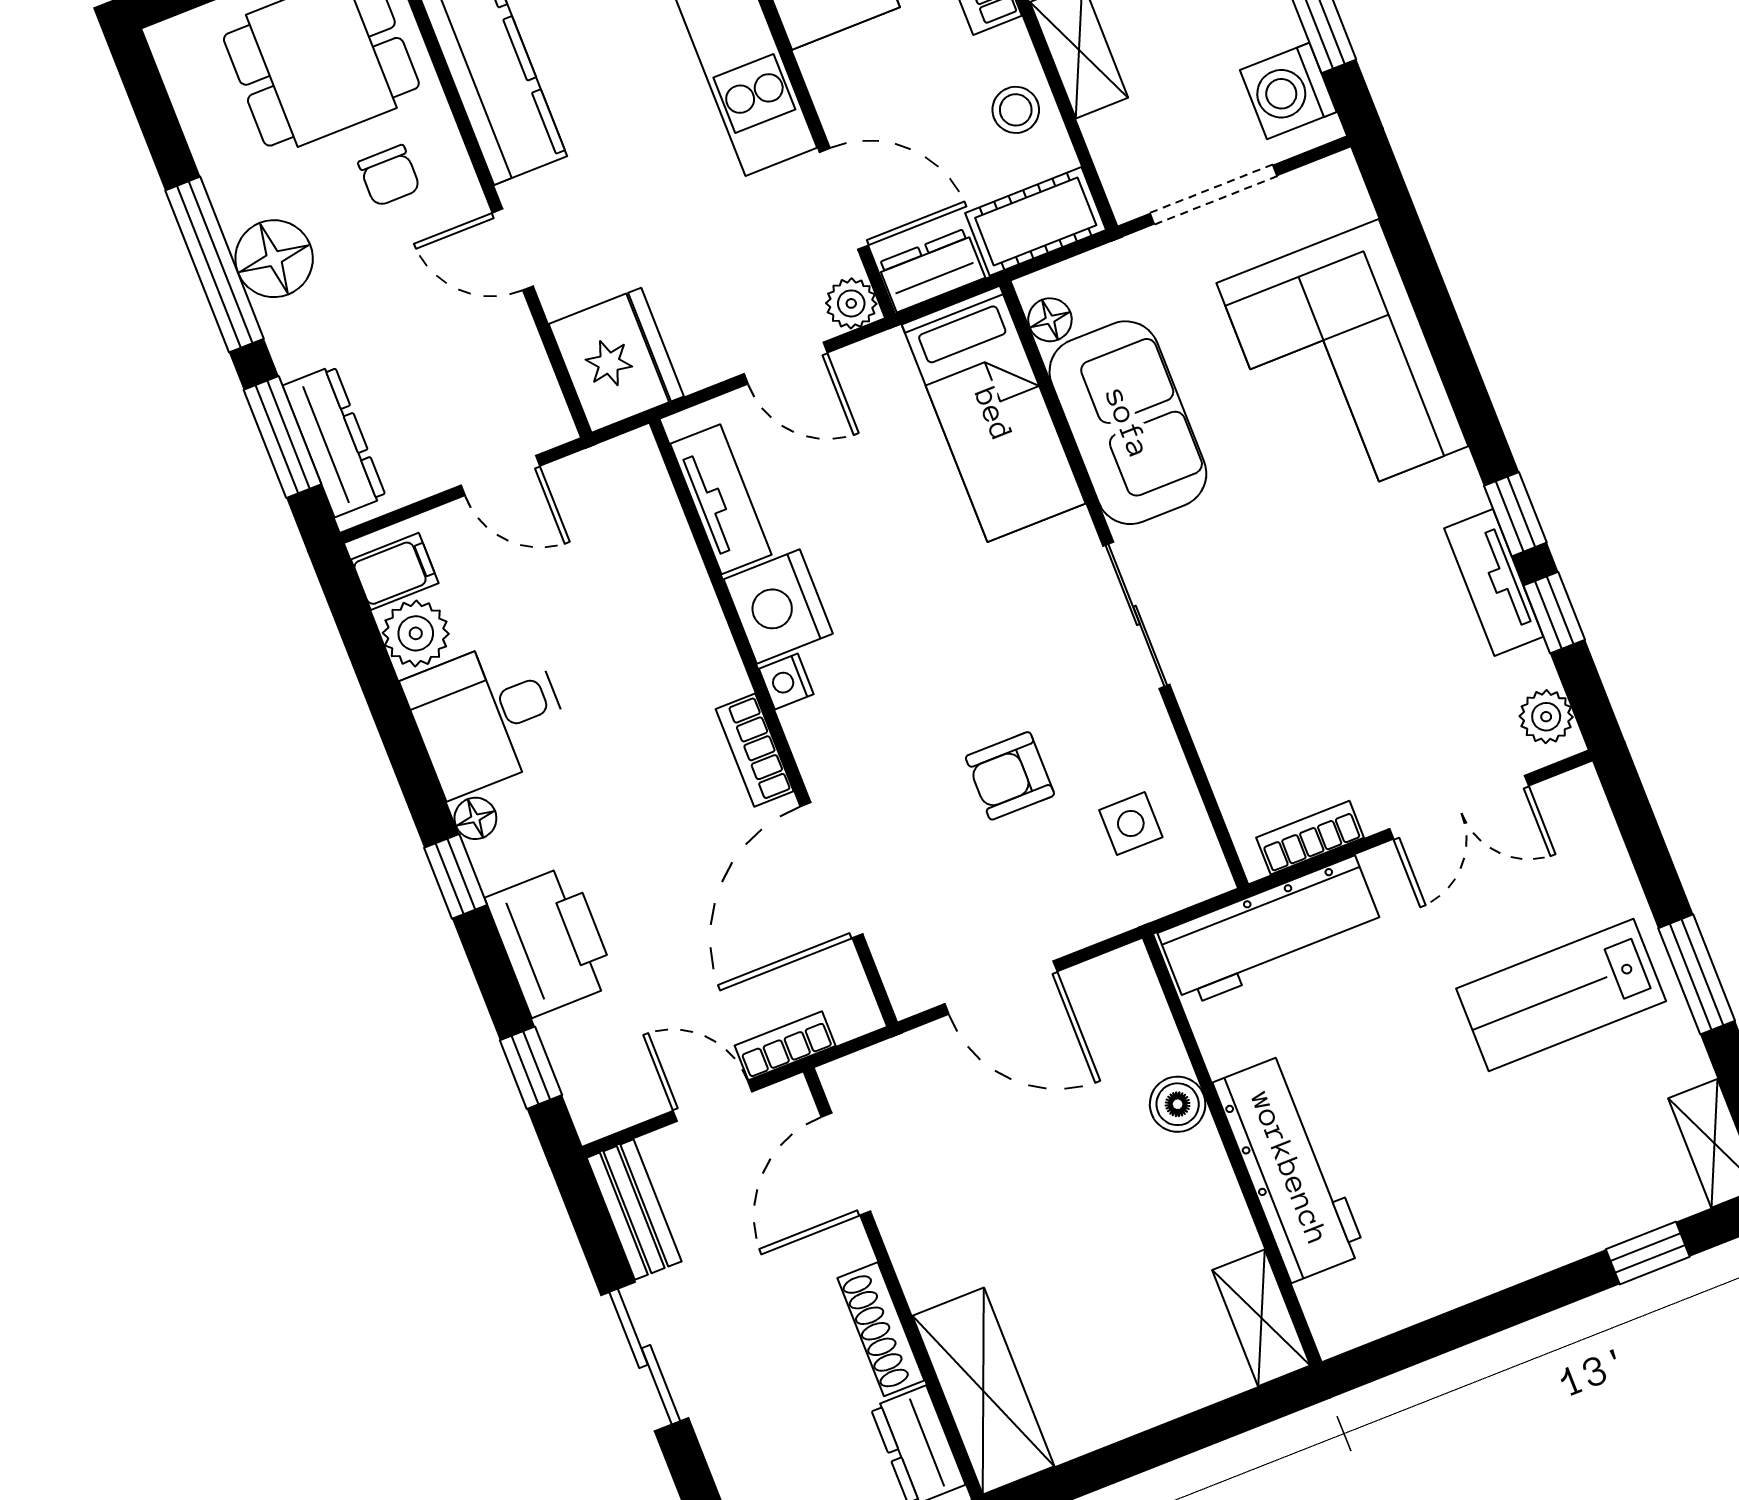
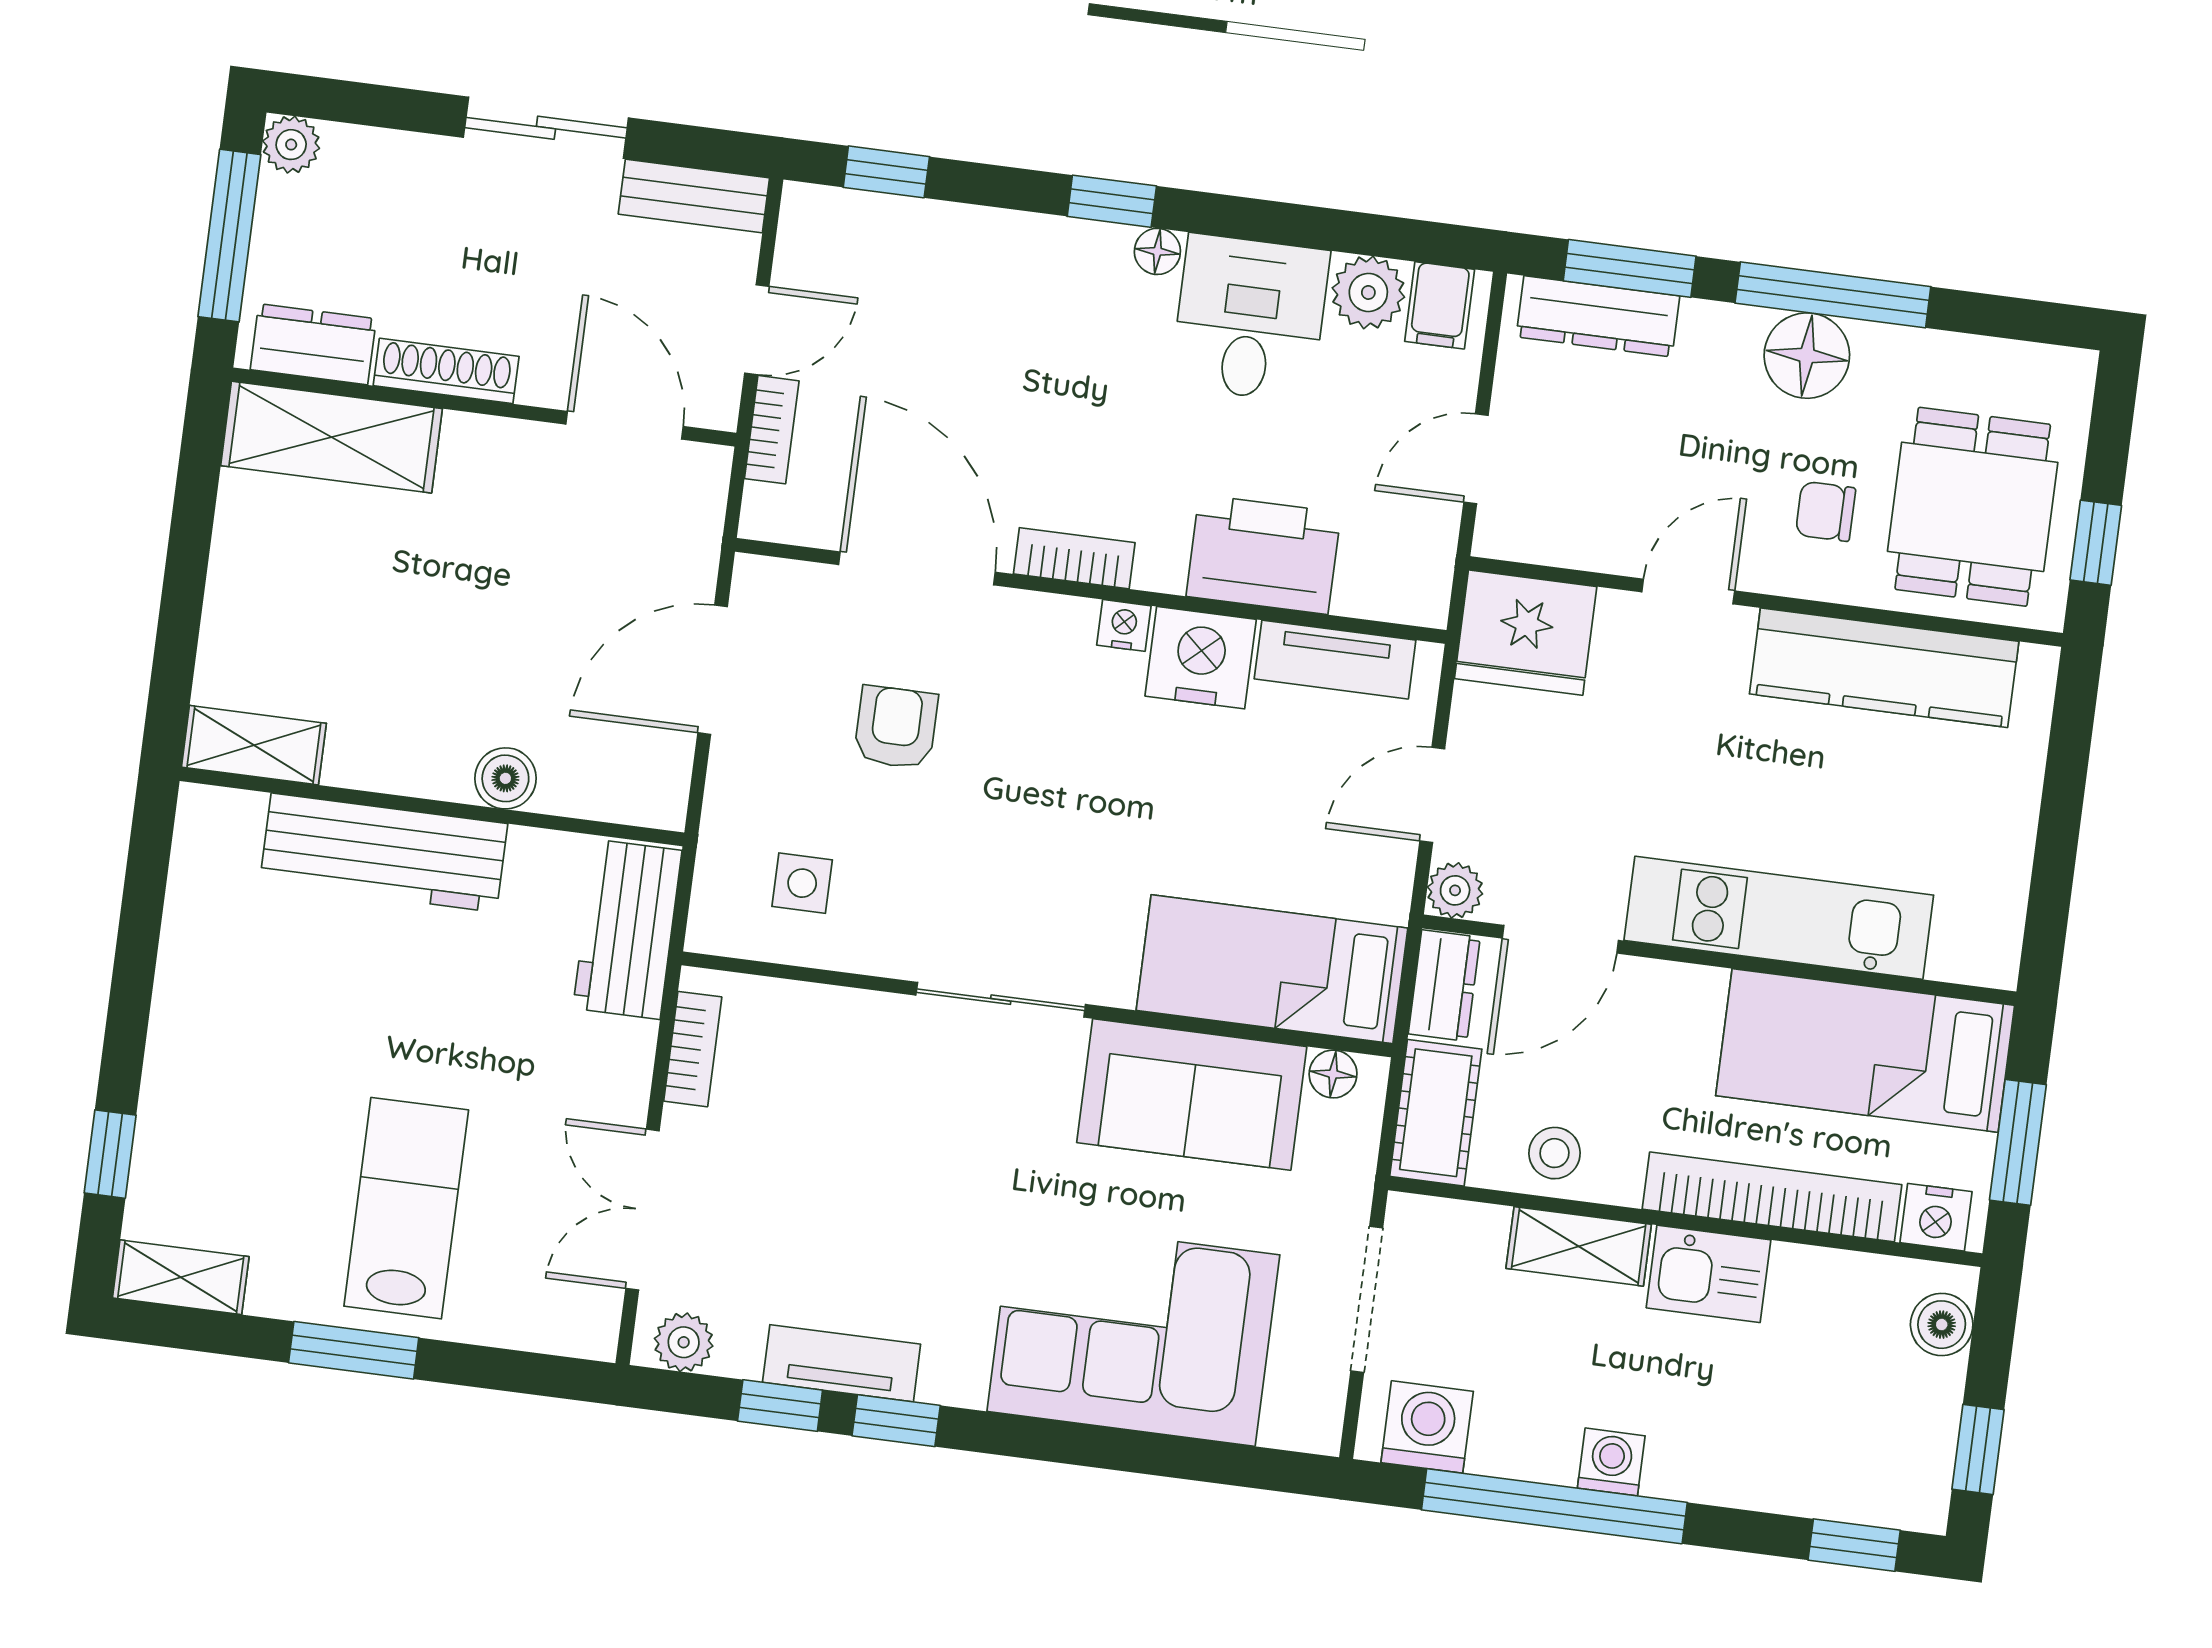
armchair: (1010, 776) -> (896, 727), moved
workbench: (1271, 931) -> (627, 929), width x0.73
printer: (551, 941) -> (1263, 554), moved, turned 180

